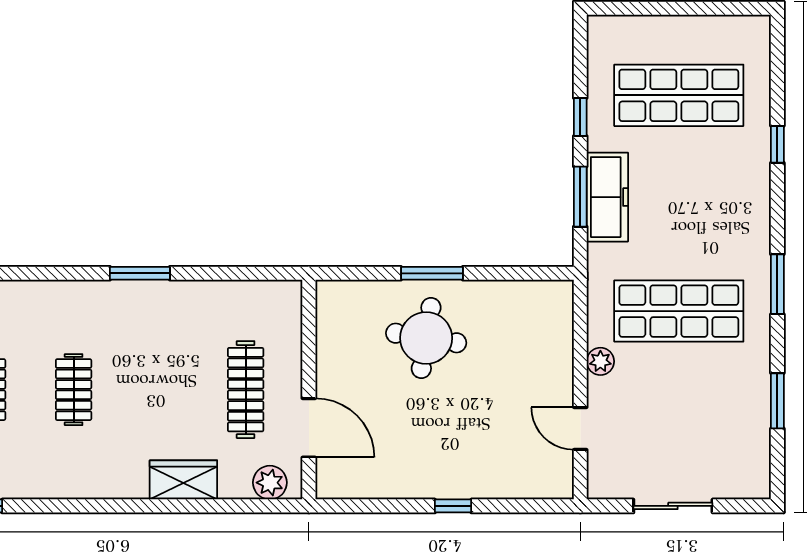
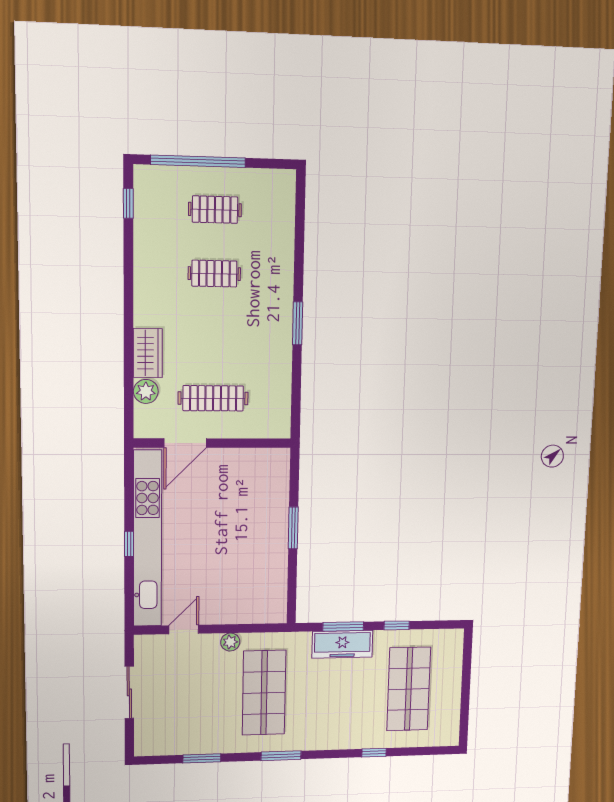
round table: (426, 338) -> (248, 524), removed
kitchen unit: (446, 480) -> (147, 539), added
plant: (270, 483) -> (146, 391), moved

